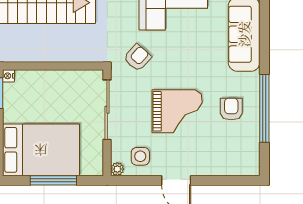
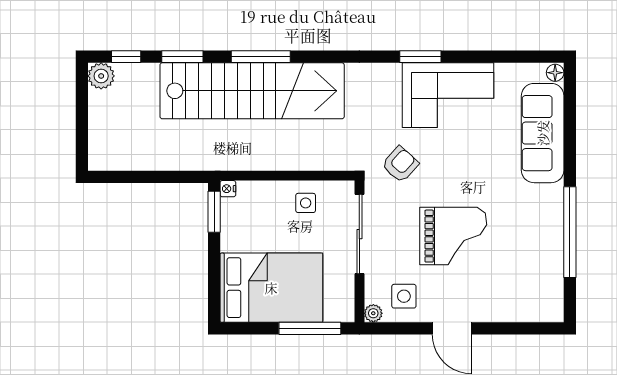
side table: (67, 87) -> (306, 203), added
armchair: (231, 109) -> (525, 233), removed
window: (53, 180) -> (310, 328), moved

